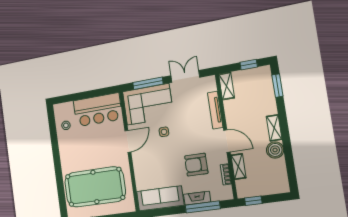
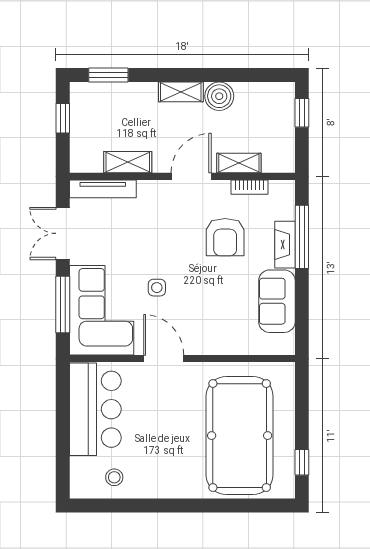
shelving: (227, 86) -> (128, 162), moved
tv unit: (215, 110) -> (103, 189), moved
sofa: (160, 198) -> (277, 301), width x0.73
window: (253, 201) -> (302, 113), moved

